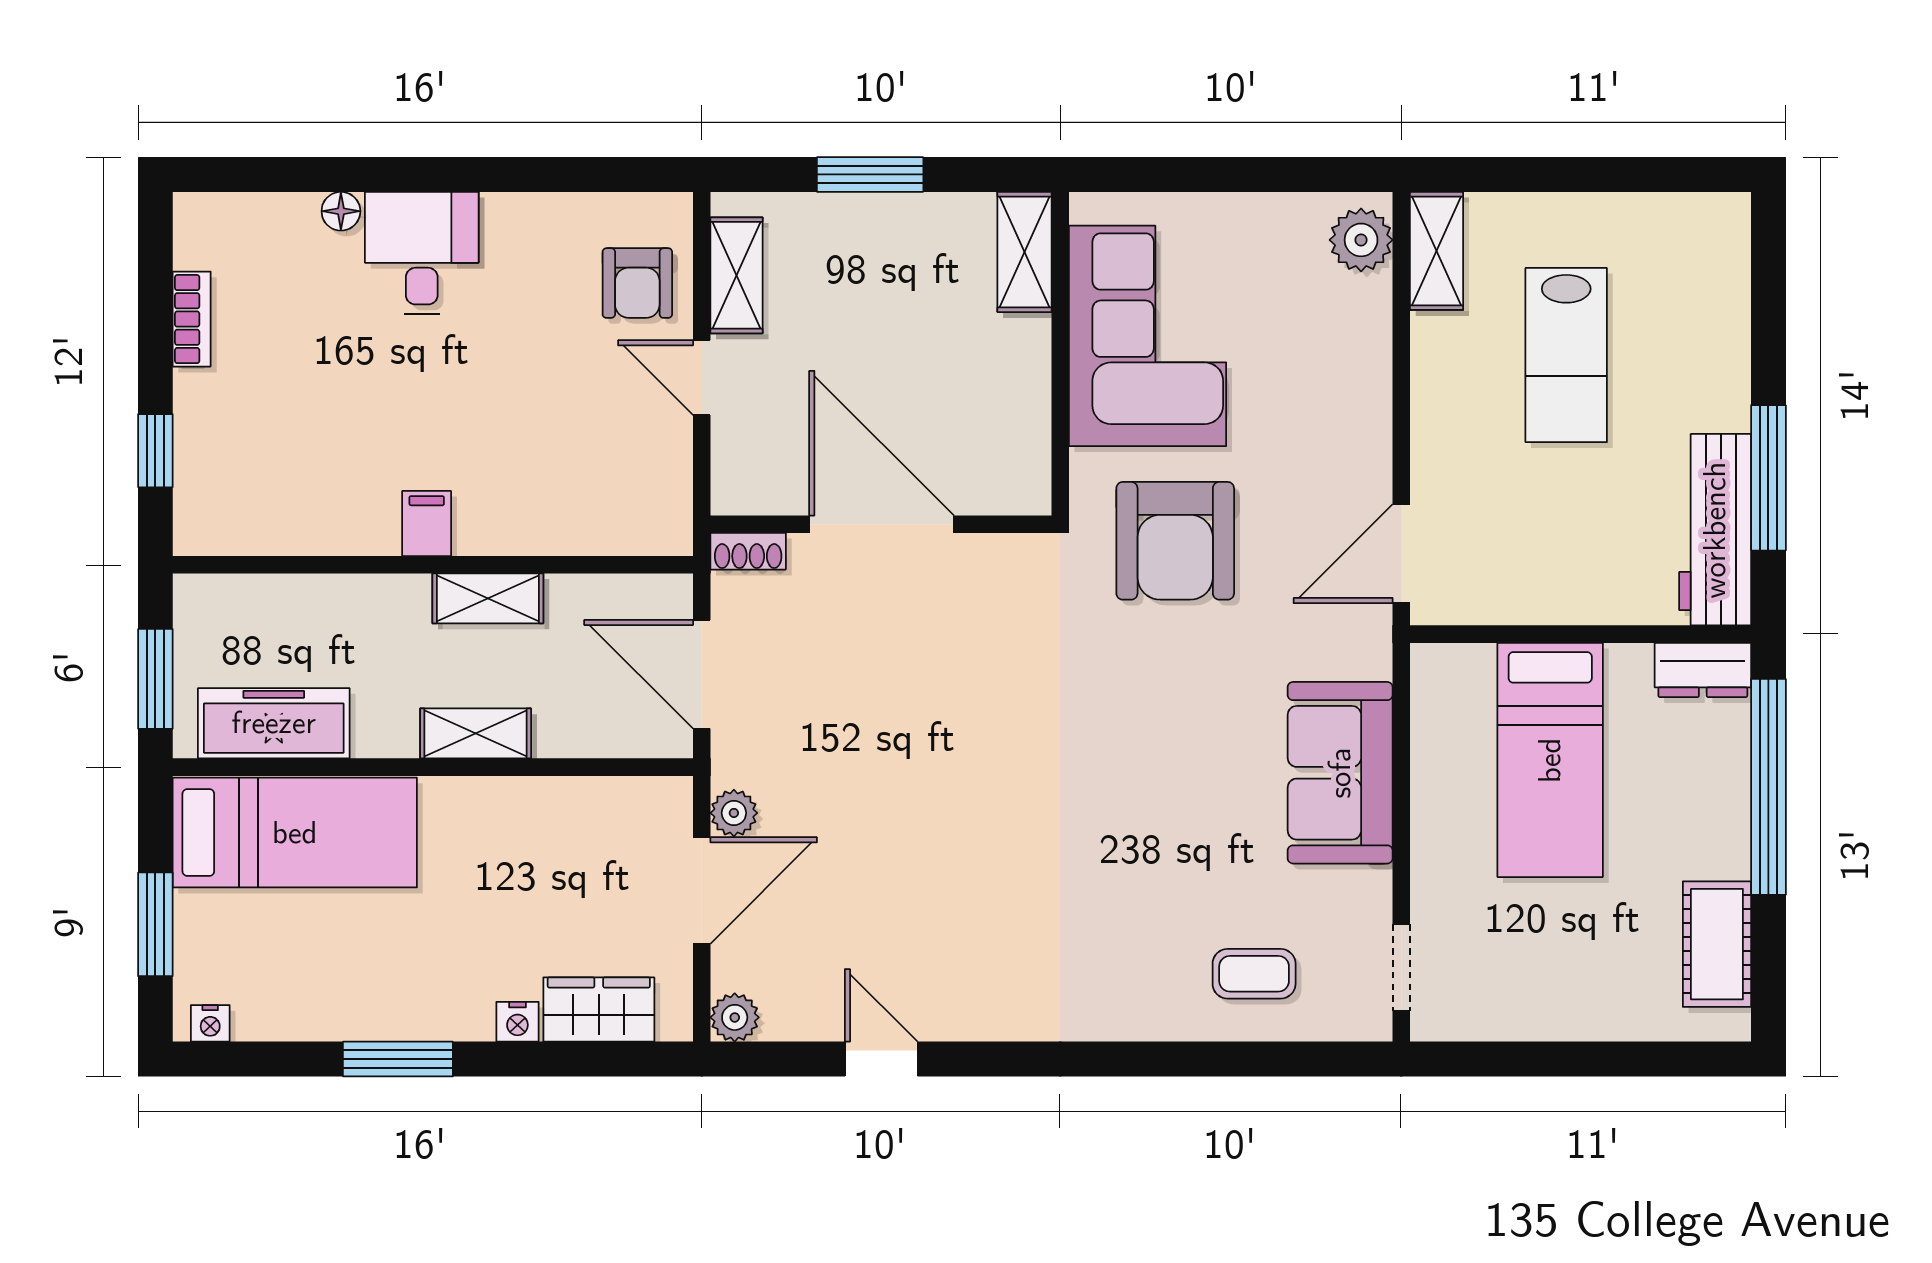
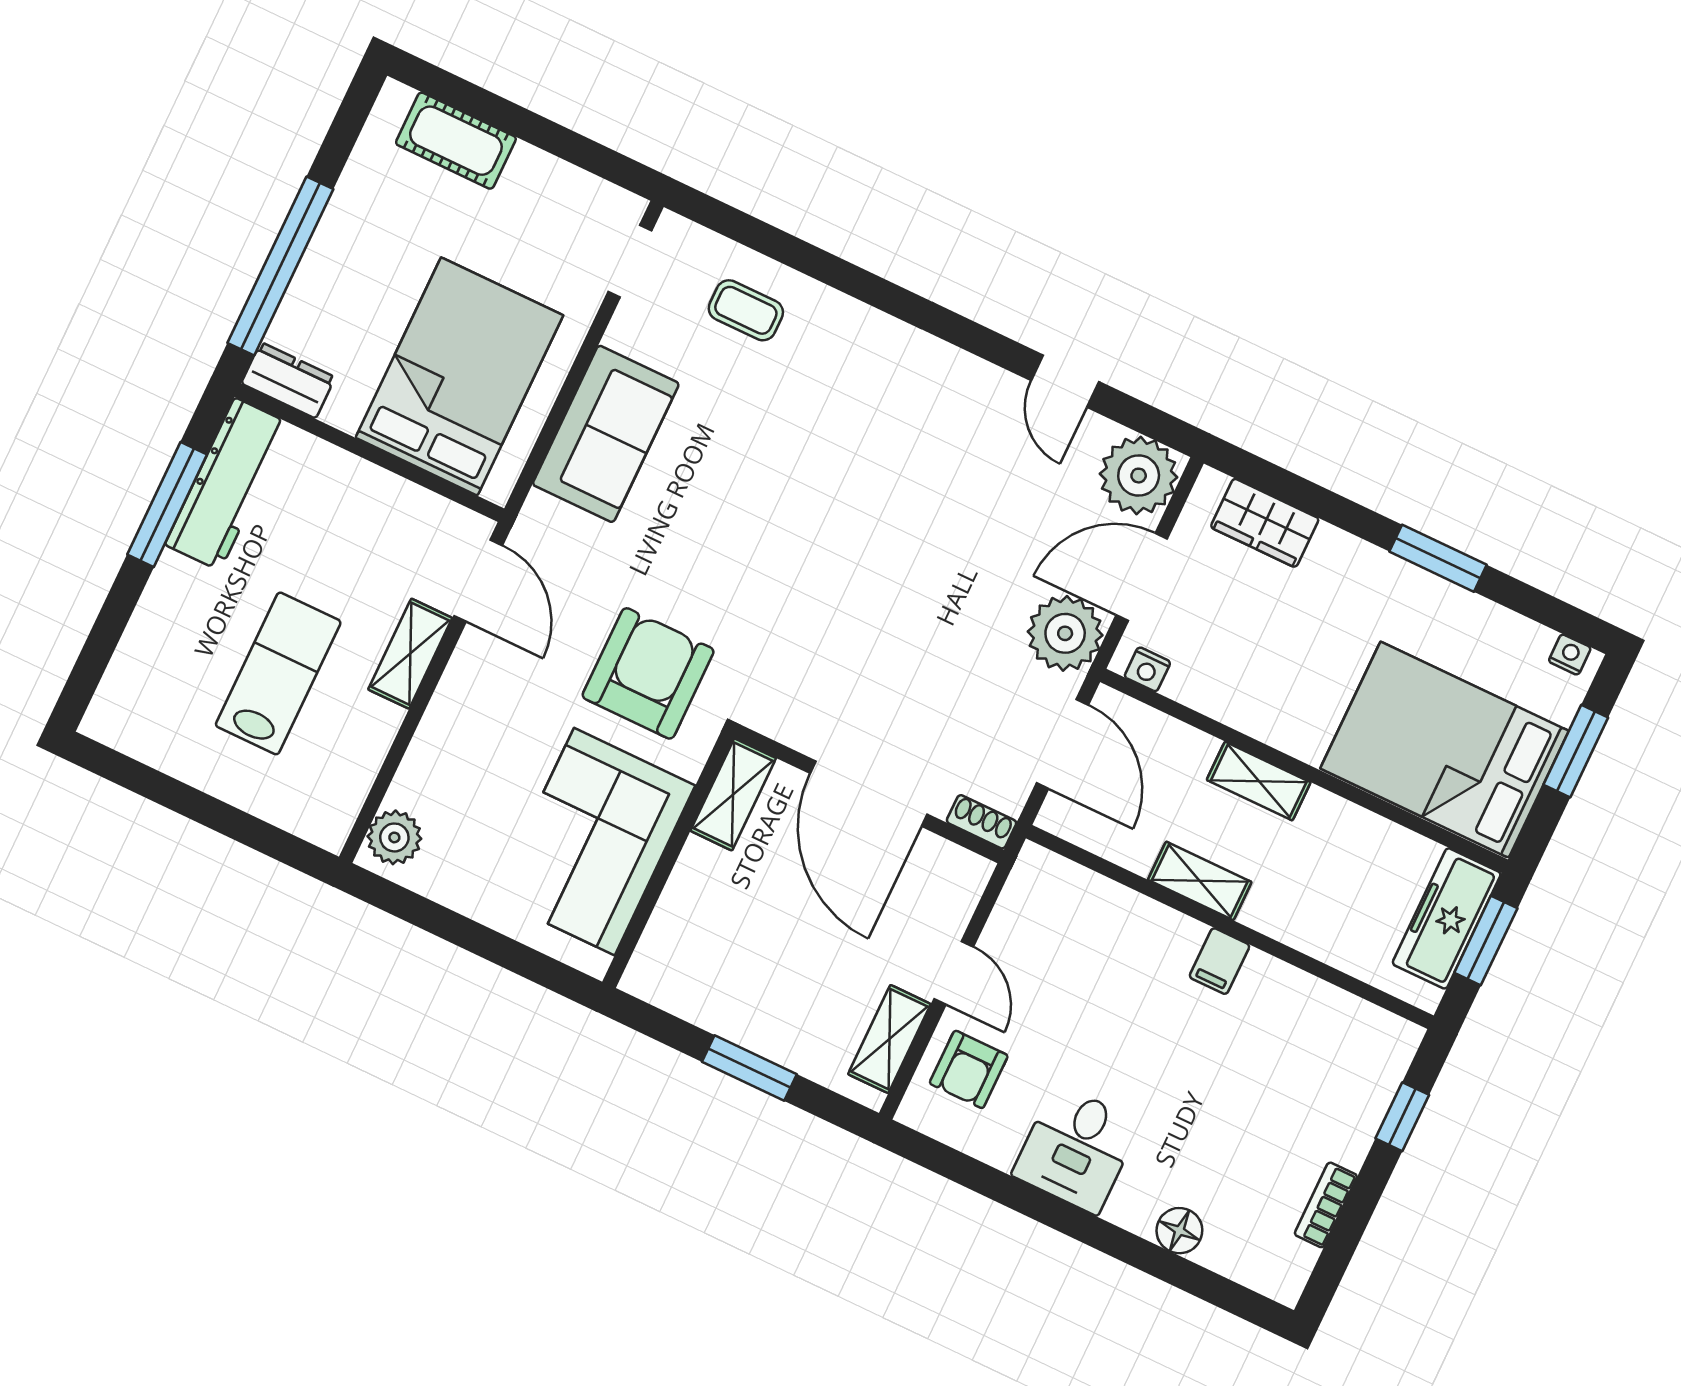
floor lamp: (341, 211) -> (1179, 1231), width x1.37, depth x1.37
shelving: (1437, 251) -> (410, 654), moved
shelving: (1024, 252) -> (733, 794), moved
desk: (422, 253) -> (1076, 1149), moved
armchair: (637, 283) -> (969, 1069), turned 180
door: (1401, 554) -> (478, 581), hinge flipped
freezer: (274, 723) -> (1447, 918), moved, turned 90
bed: (1550, 760) -> (459, 376), width x1.50
plant: (734, 813) -> (1065, 633), width x1.87, depth x1.87
bed: (295, 833) -> (1445, 750), width x1.50
cot: (1717, 944) -> (456, 141), moved, turned 90
plant: (735, 1017) -> (1139, 476), width x1.88, depth x1.88
nightstand: (517, 1022) -> (1147, 669), moved, turned 180

